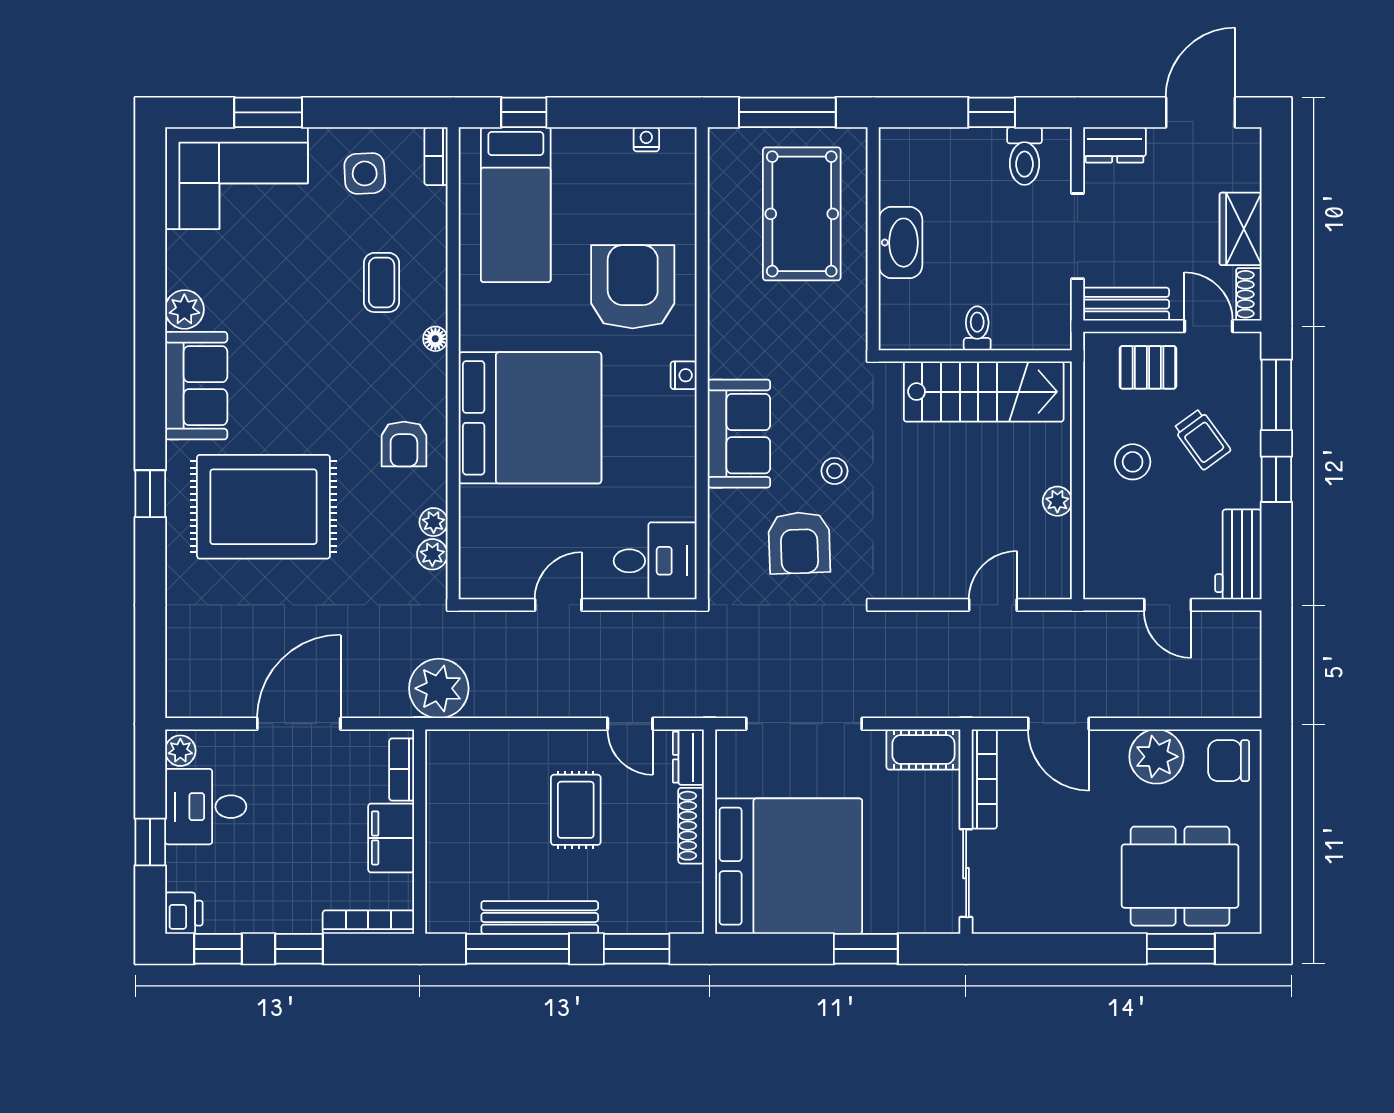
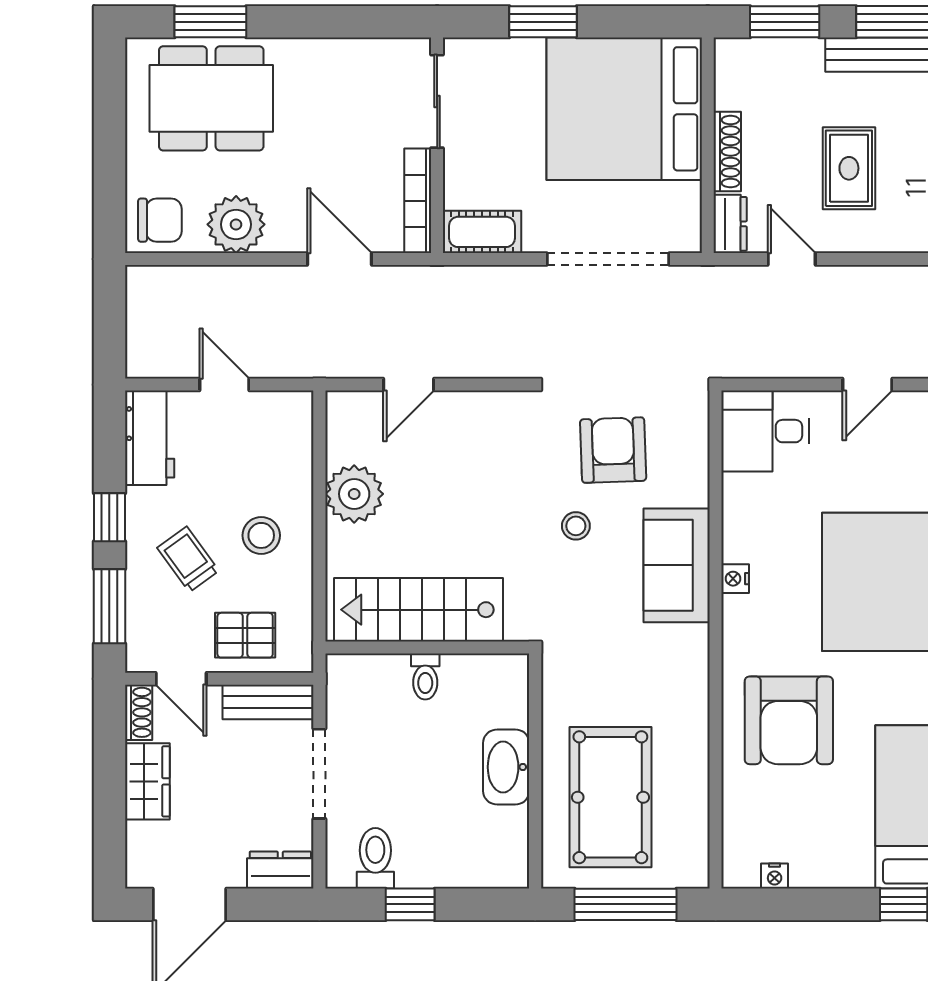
nightstand: (684, 375) -> (735, 579), moved
plant: (1057, 501) -> (354, 494), width x1.88, depth x1.88

